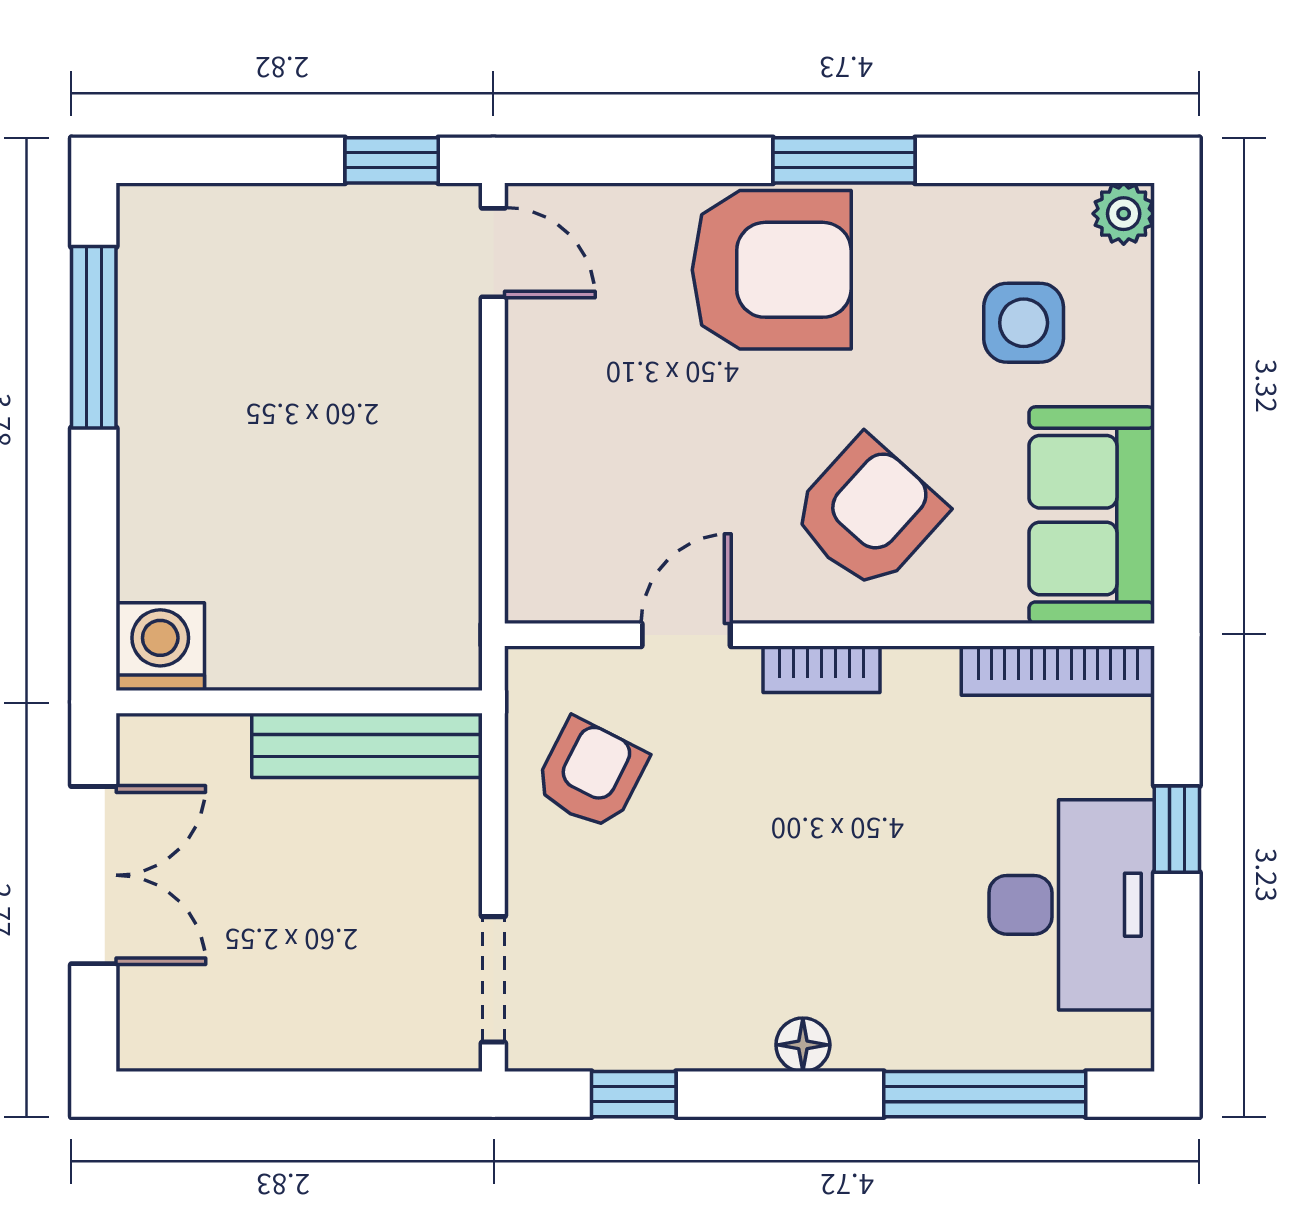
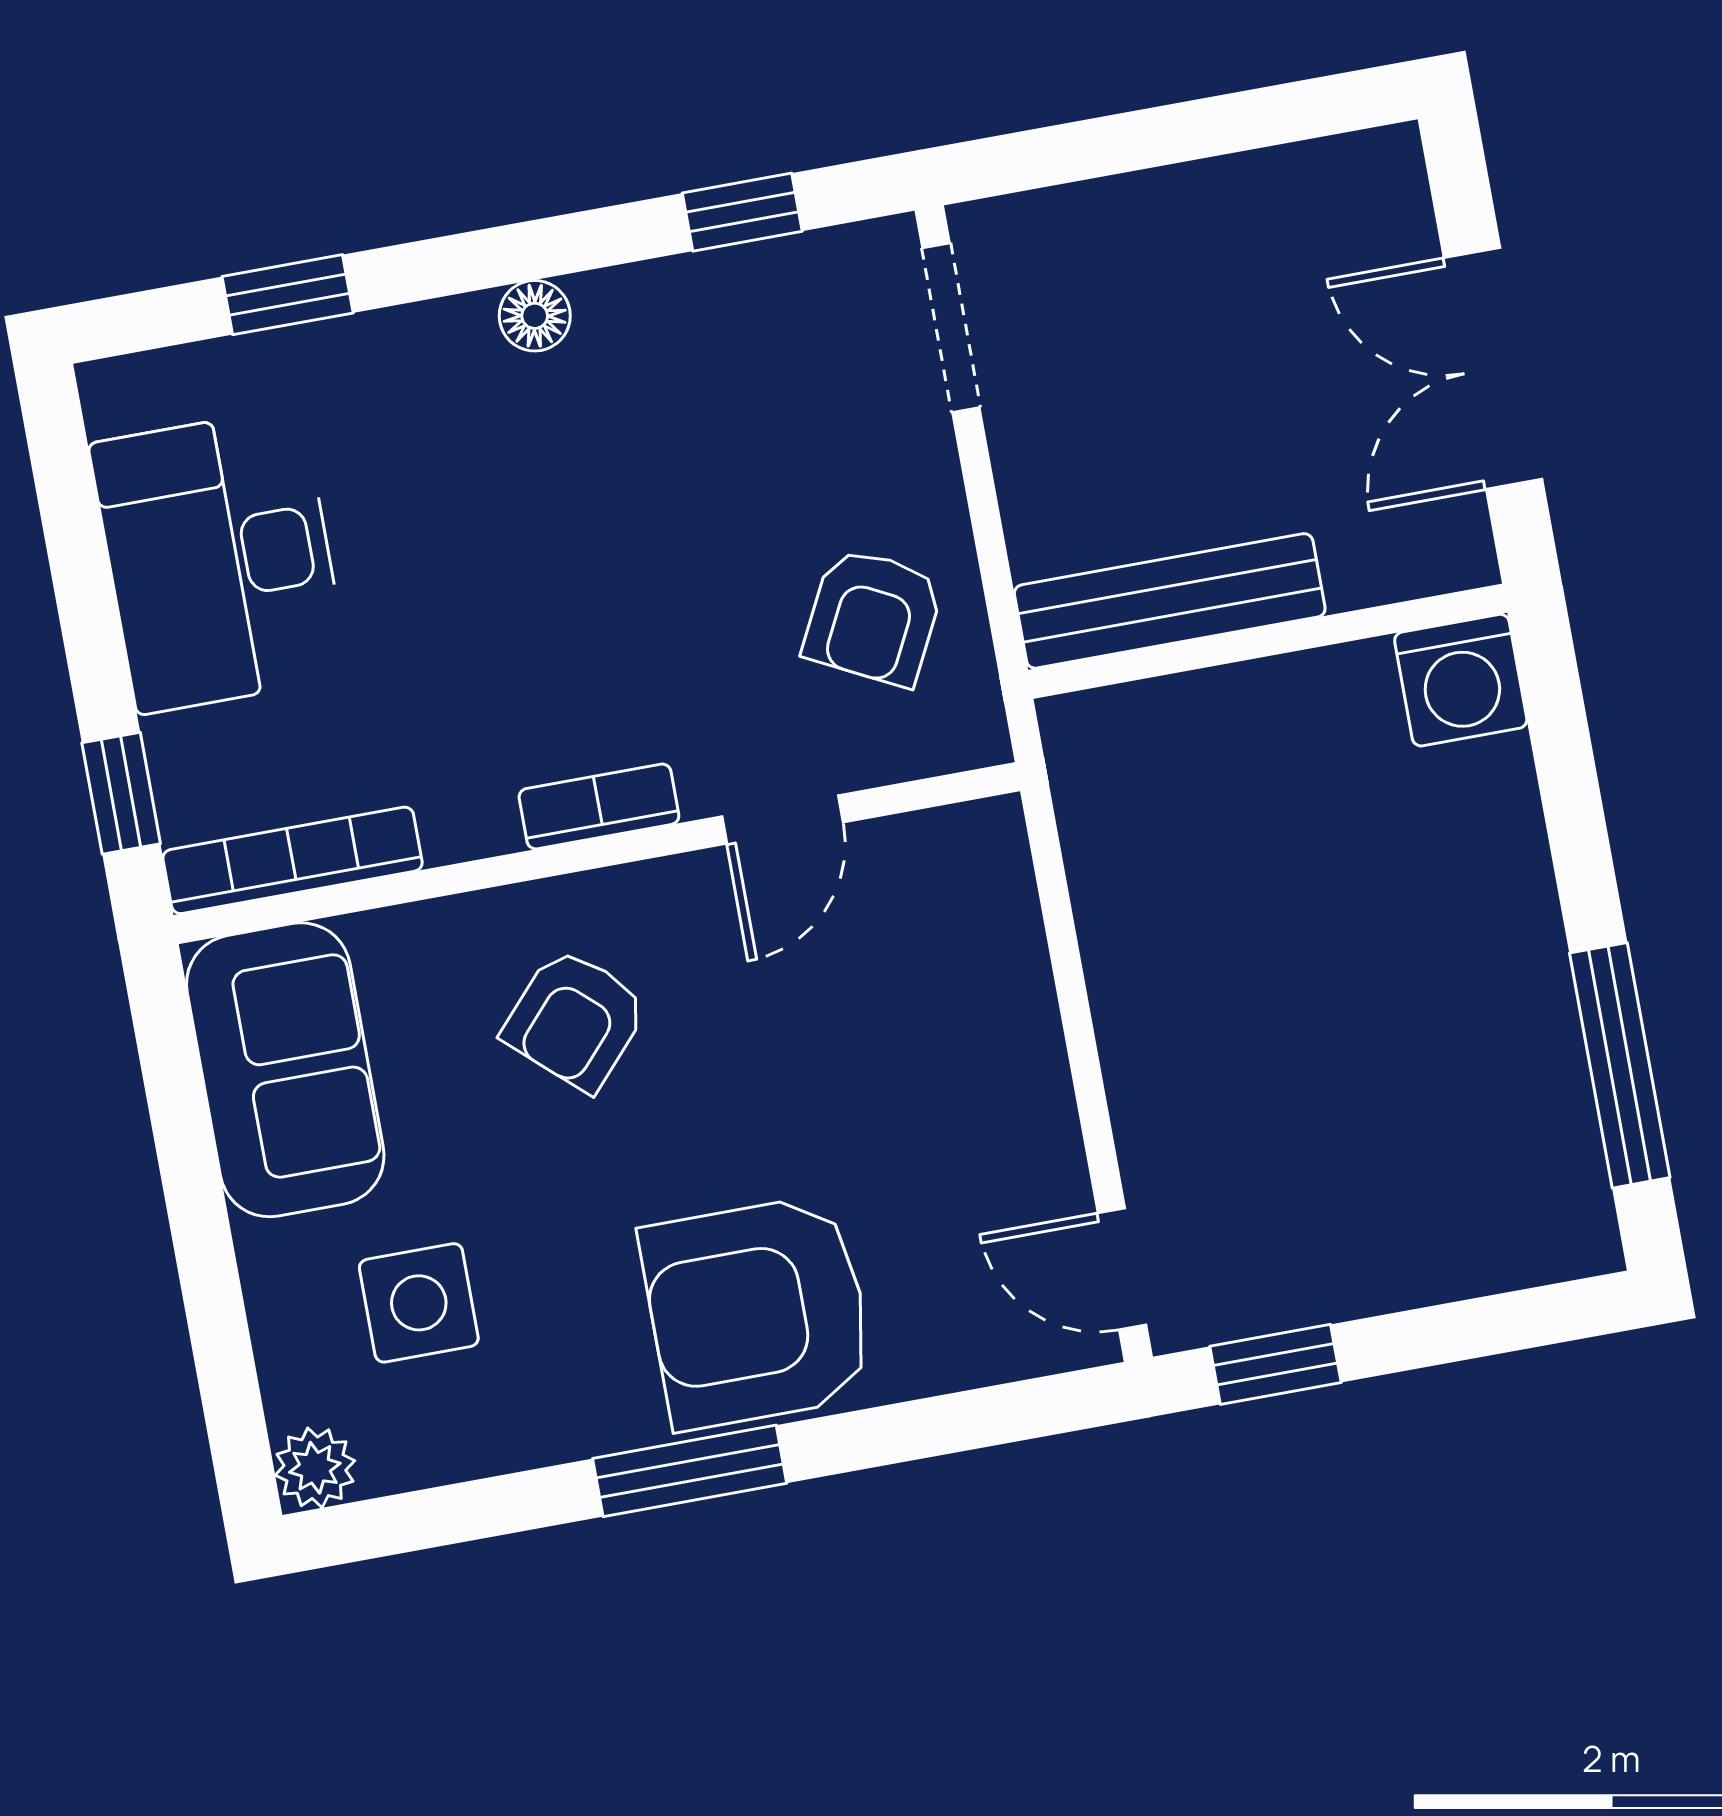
armchair: (868, 513) -> (575, 1019), width x0.72, depth x0.72
window: (1177, 829) -> (121, 793), moved
window: (985, 1094) -> (288, 295), width x0.46

